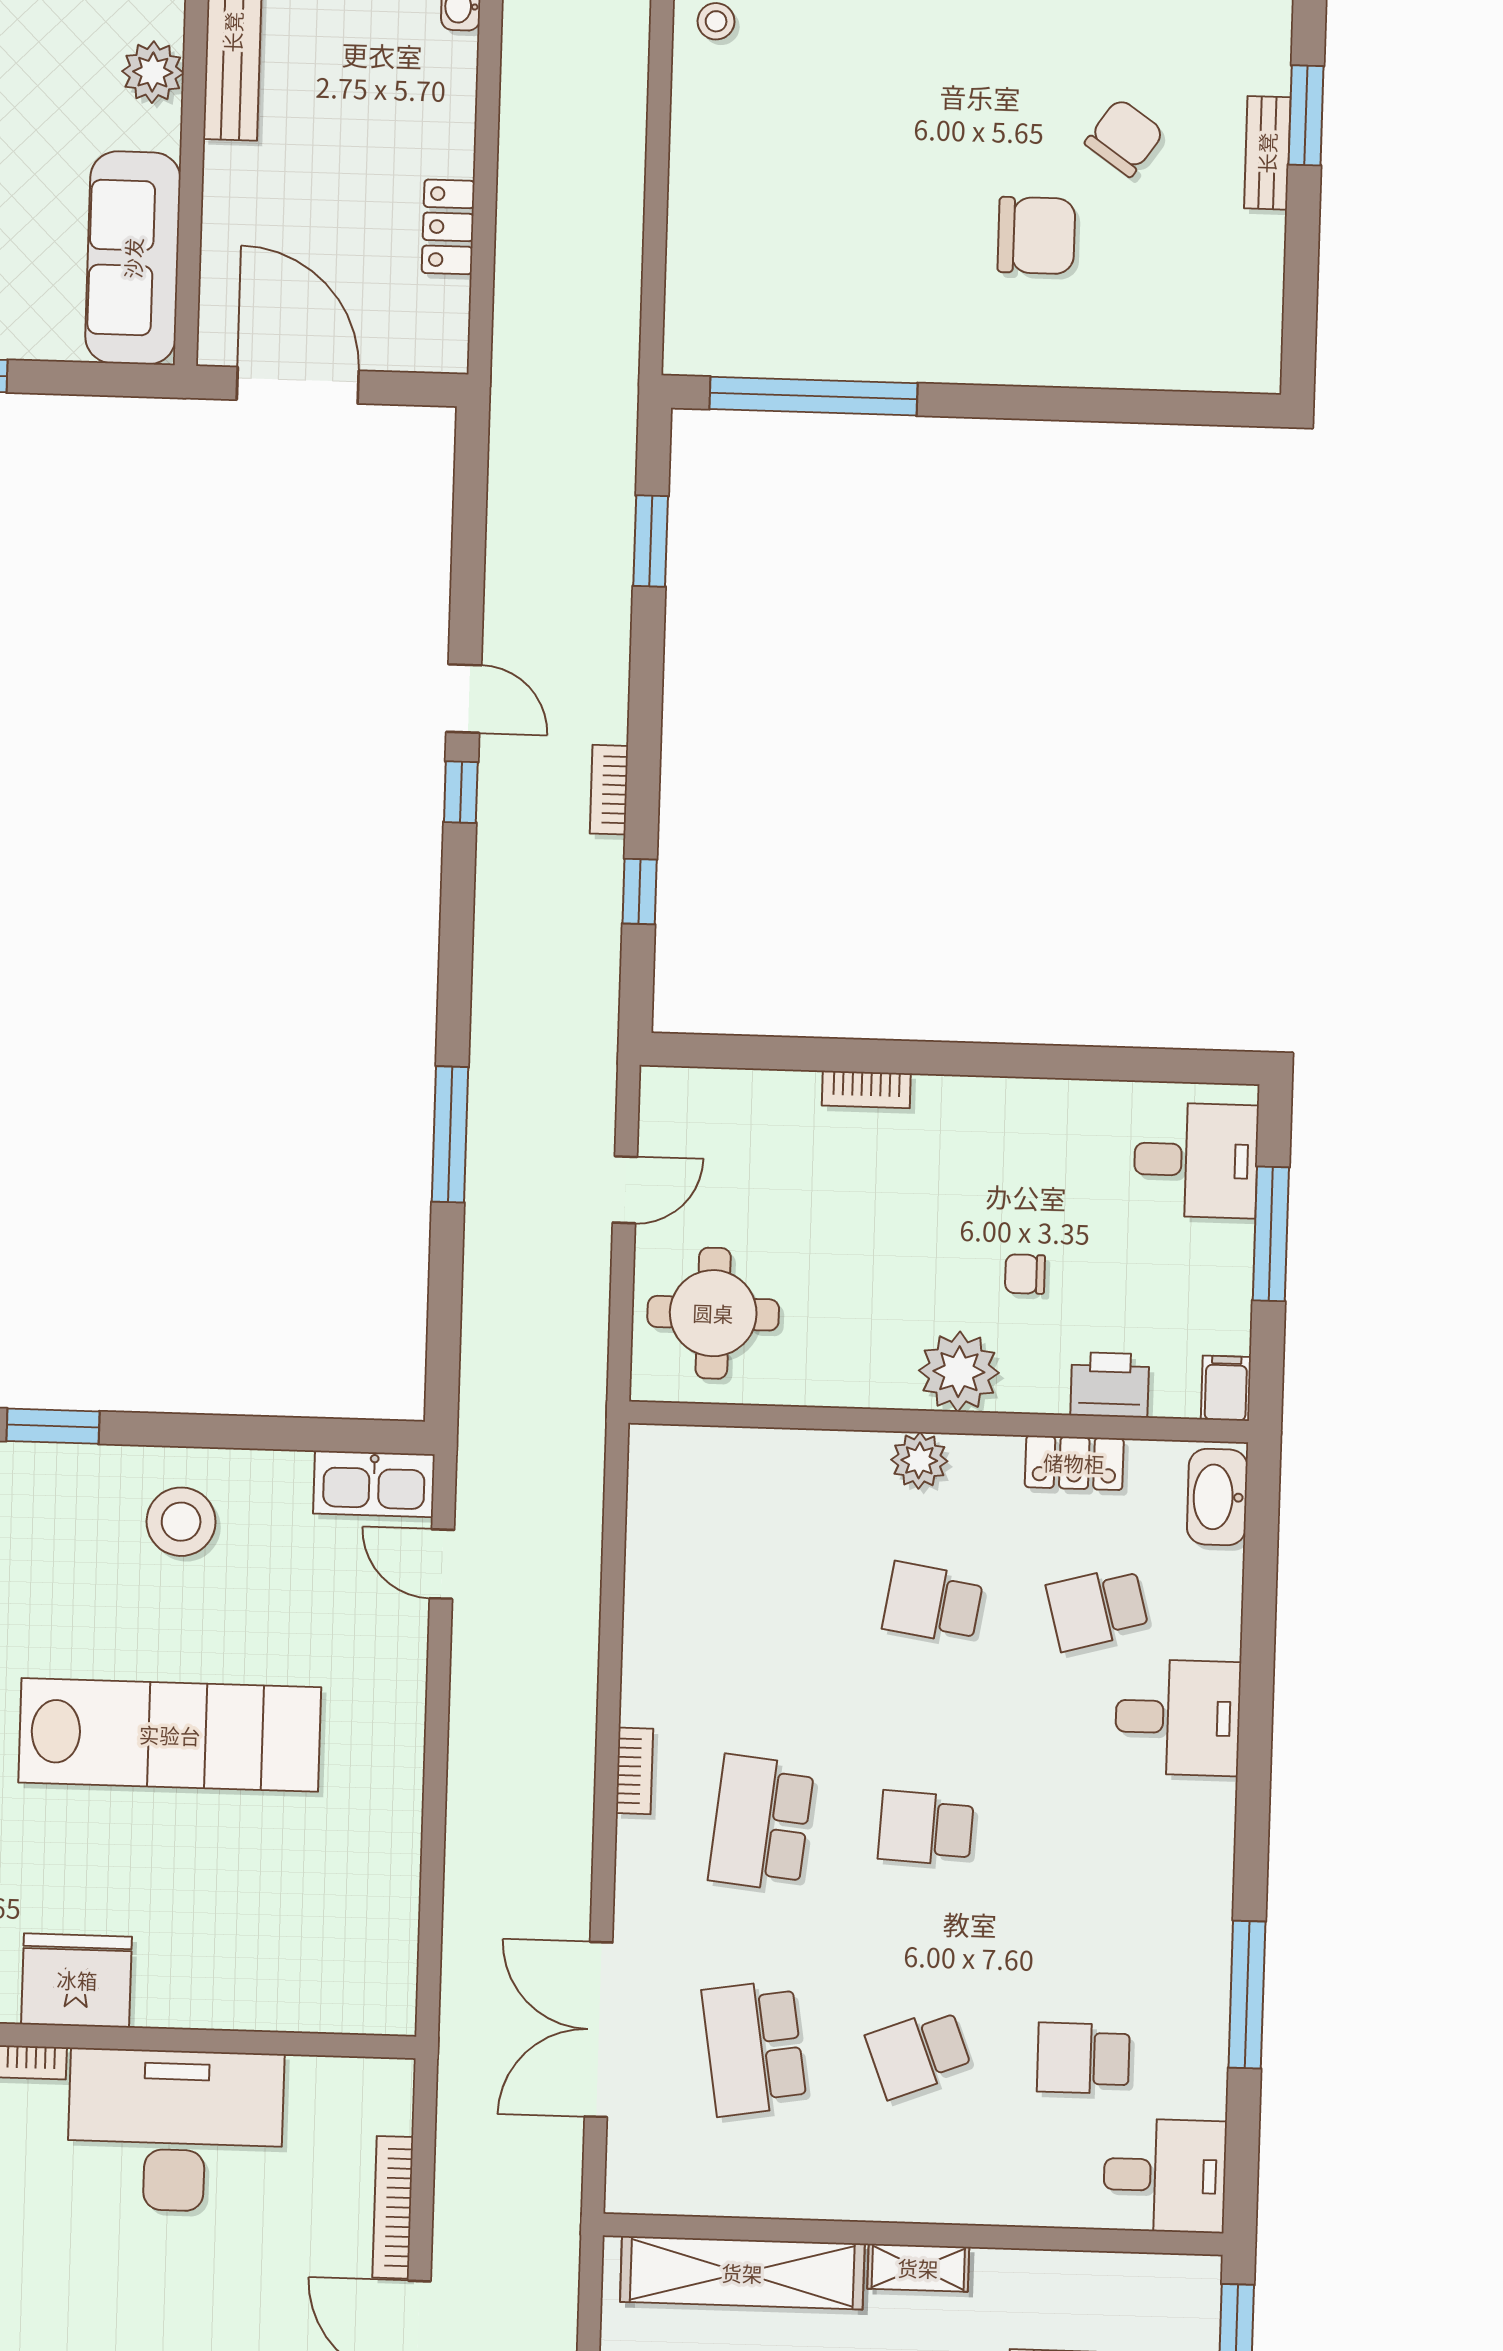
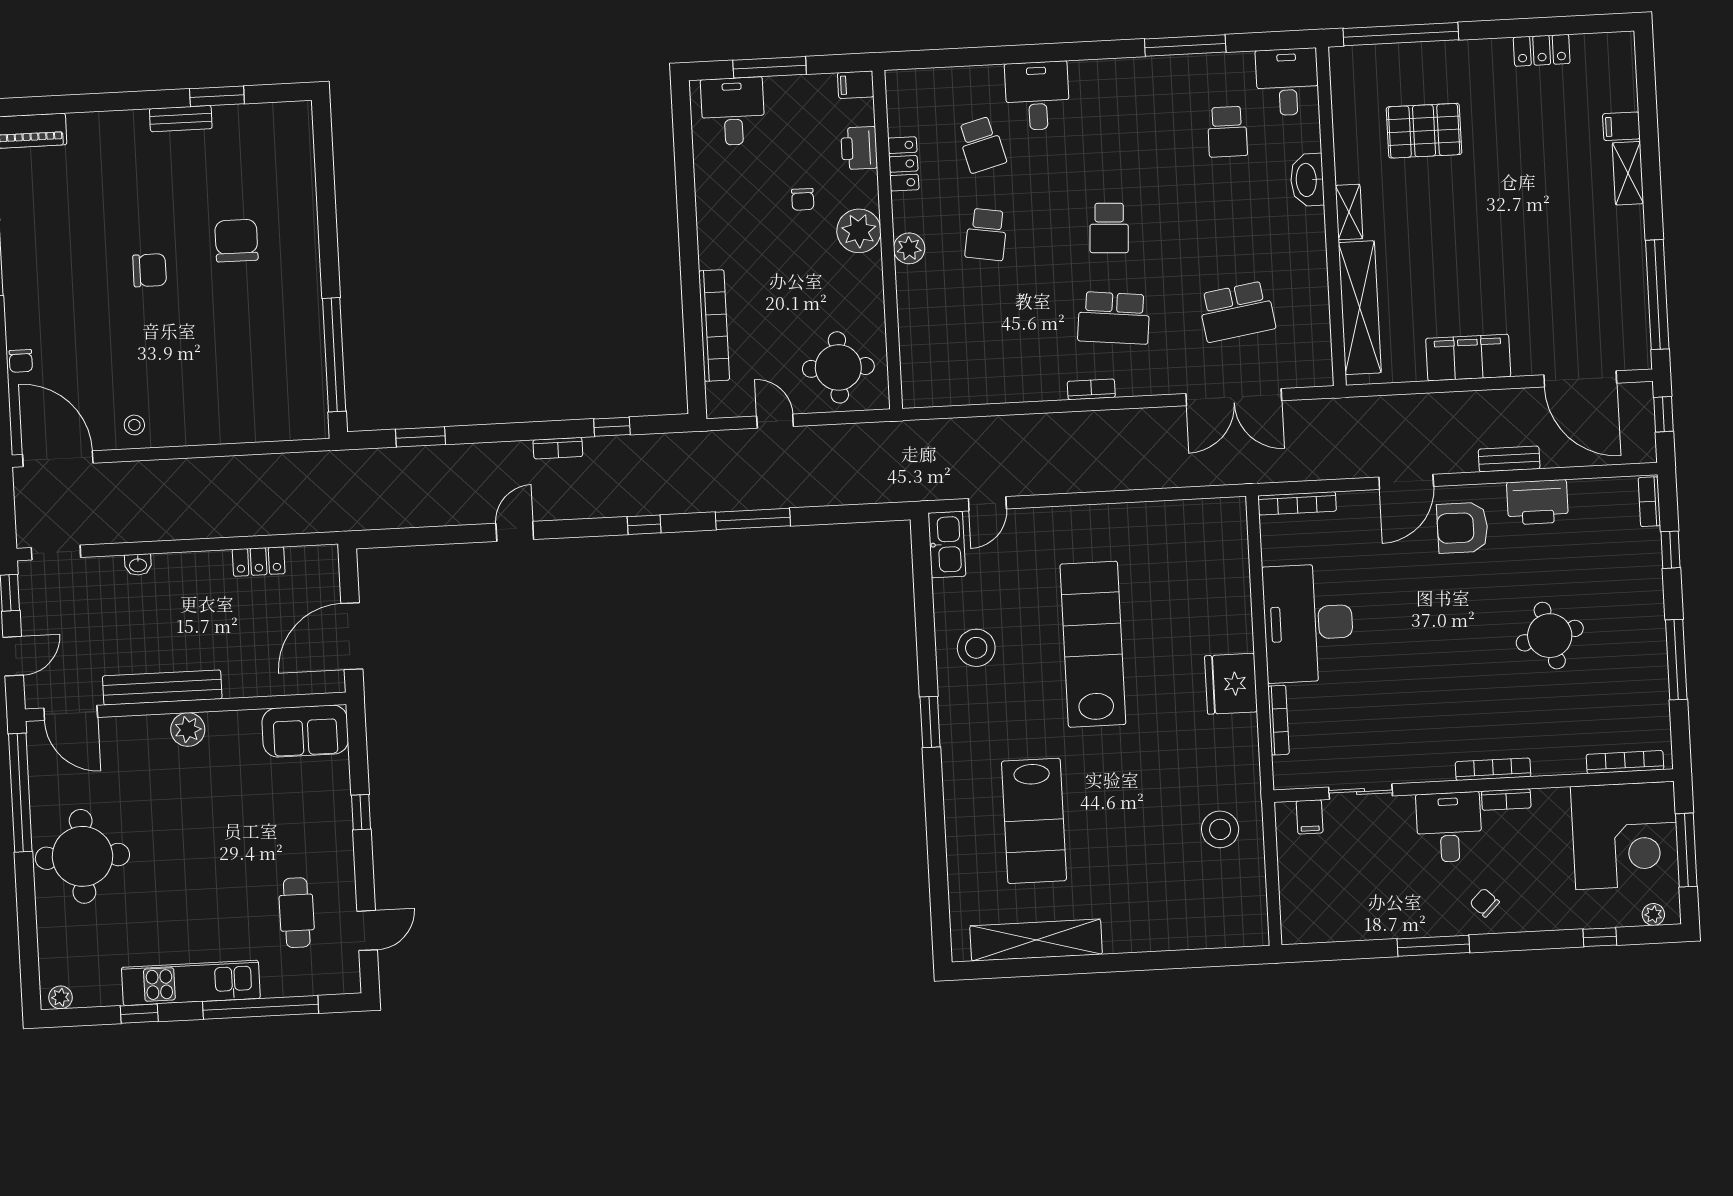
window: (1306, 115) -> (217, 96), moved
chair: (1124, 138) -> (150, 270), moved, turned 145
sofa: (133, 258) -> (305, 731), width x0.73
window: (461, 792) -> (644, 525), moved
bookcase: (866, 1089) -> (714, 326), width x2.31, depth x1.31
washbasin: (1217, 1497) -> (1307, 180), moved, turned 90
school desk: (919, 2053) -> (1232, 222), removed
bookcase: (393, 2207) -> (1297, 503), moved

